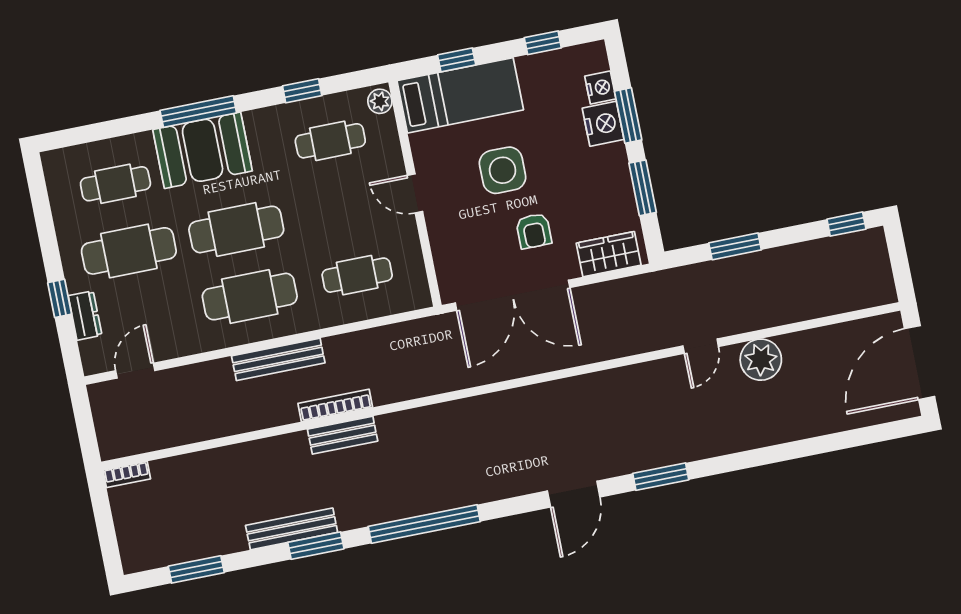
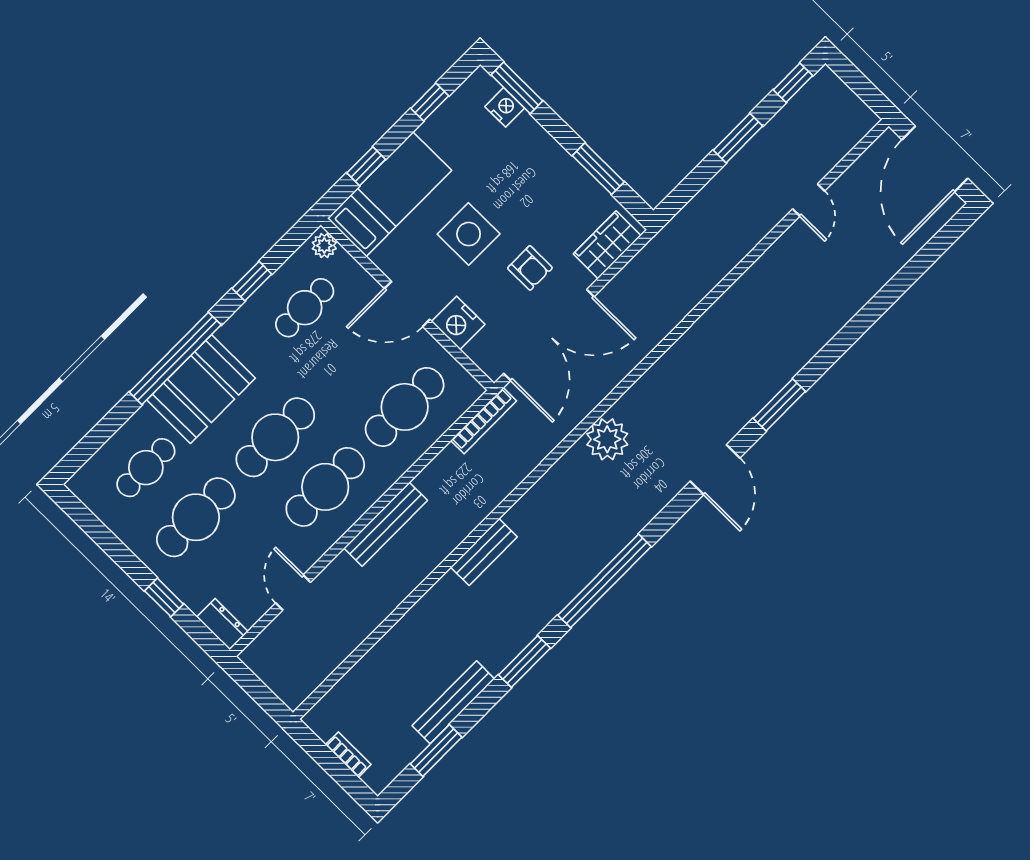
window: (198, 112) -> (175, 358), width x1.46
window: (628, 116) -> (517, 88), moved
nightstand: (603, 124) -> (458, 323), moved, turned 180
door: (415, 193) -> (407, 304), width x1.38
window: (735, 246) -> (738, 138), moved
cafe table: (357, 275) -> (405, 407), width x1.37, depth x1.35
dresser: (85, 316) -> (222, 624), moved
door: (701, 346) -> (809, 200), moved
plant: (761, 360) -> (607, 439), moved
door: (135, 371) -> (293, 593), moved
bookcase: (335, 405) -> (484, 421), moved, turned 180
bookcase: (127, 474) -> (348, 755), moved, turned -90
bench: (292, 529) -> (453, 702), moved

